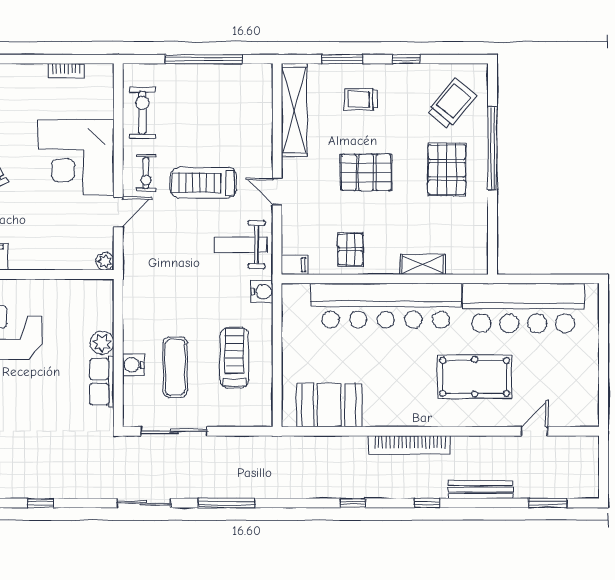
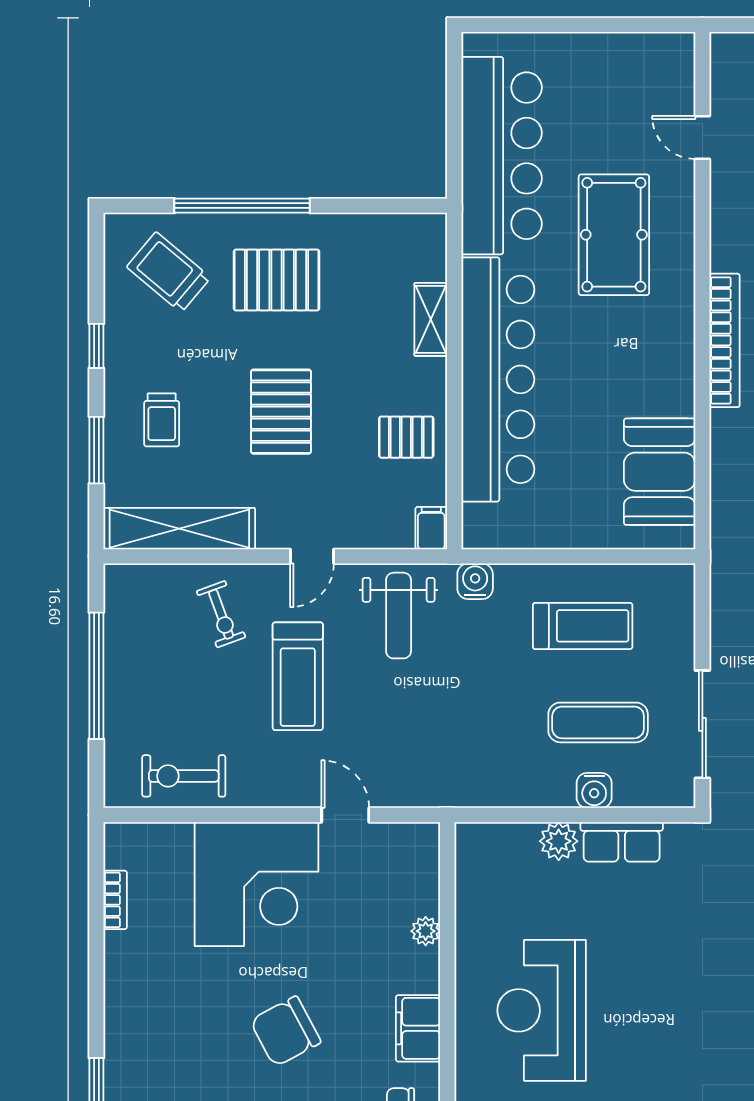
exercise bike: (146, 173) -> (221, 614), moved, turned 70
plant: (105, 261) -> (426, 931), moved
treadmill: (234, 358) -> (583, 626), turned 180

